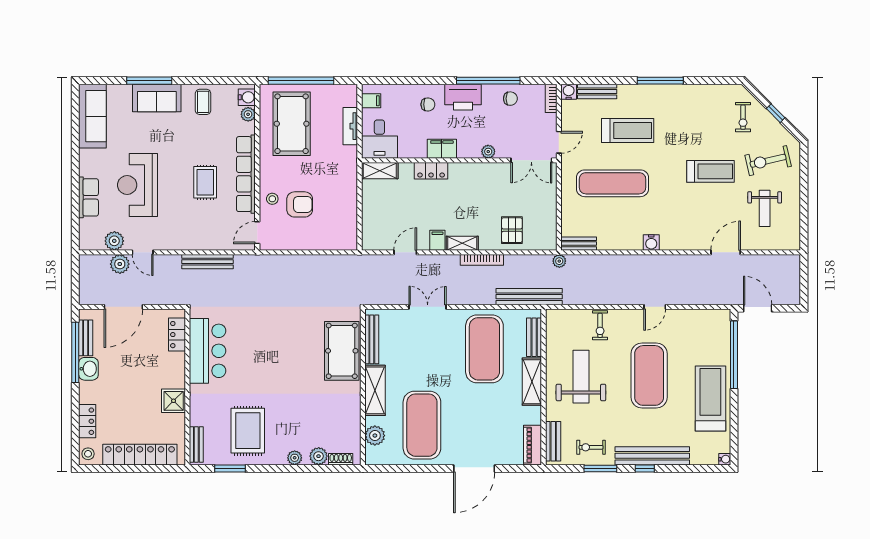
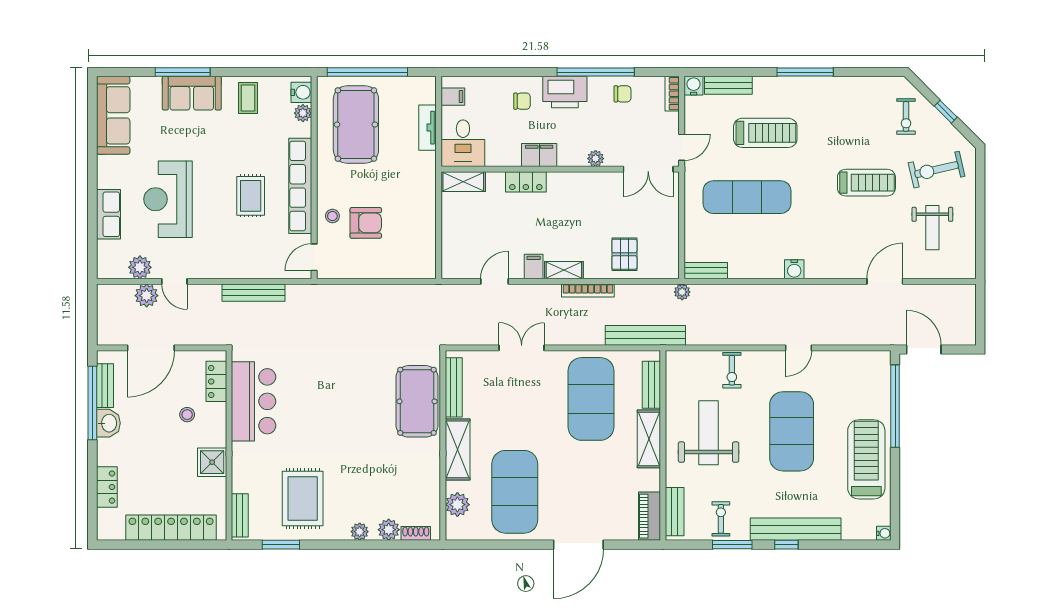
exercise bike: (591, 447) -> (721, 519), turned 90
stool: (88, 454) -> (187, 415), moved

